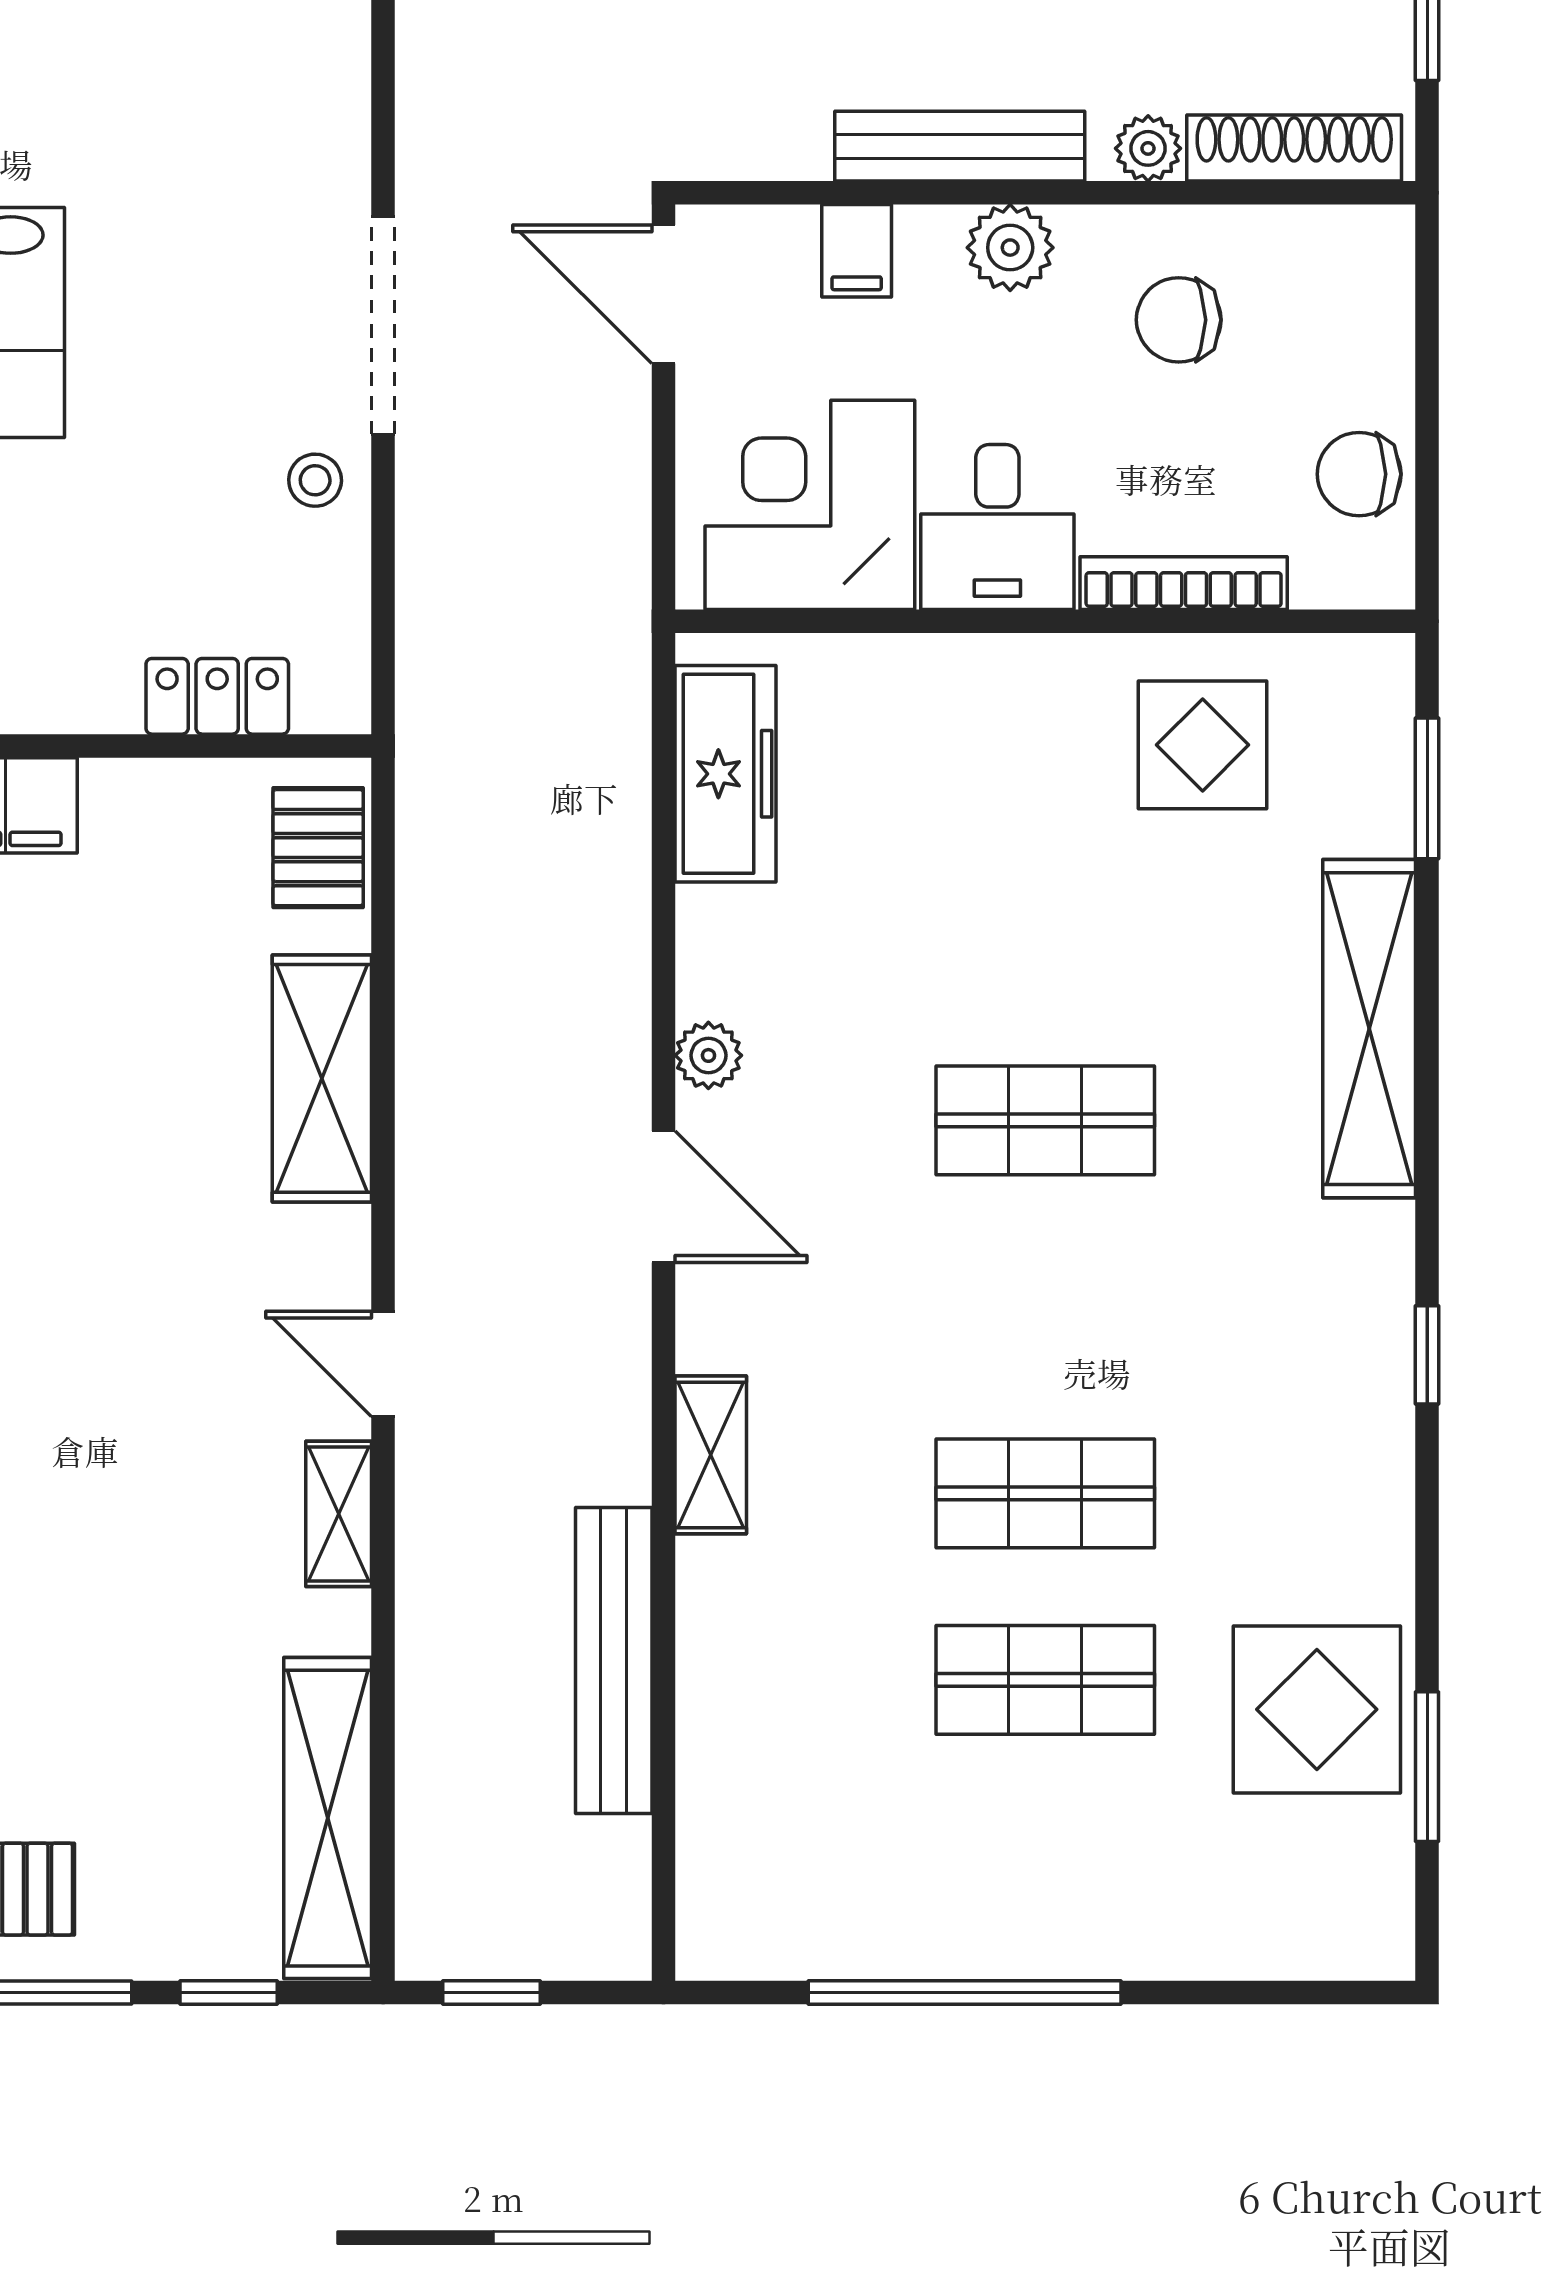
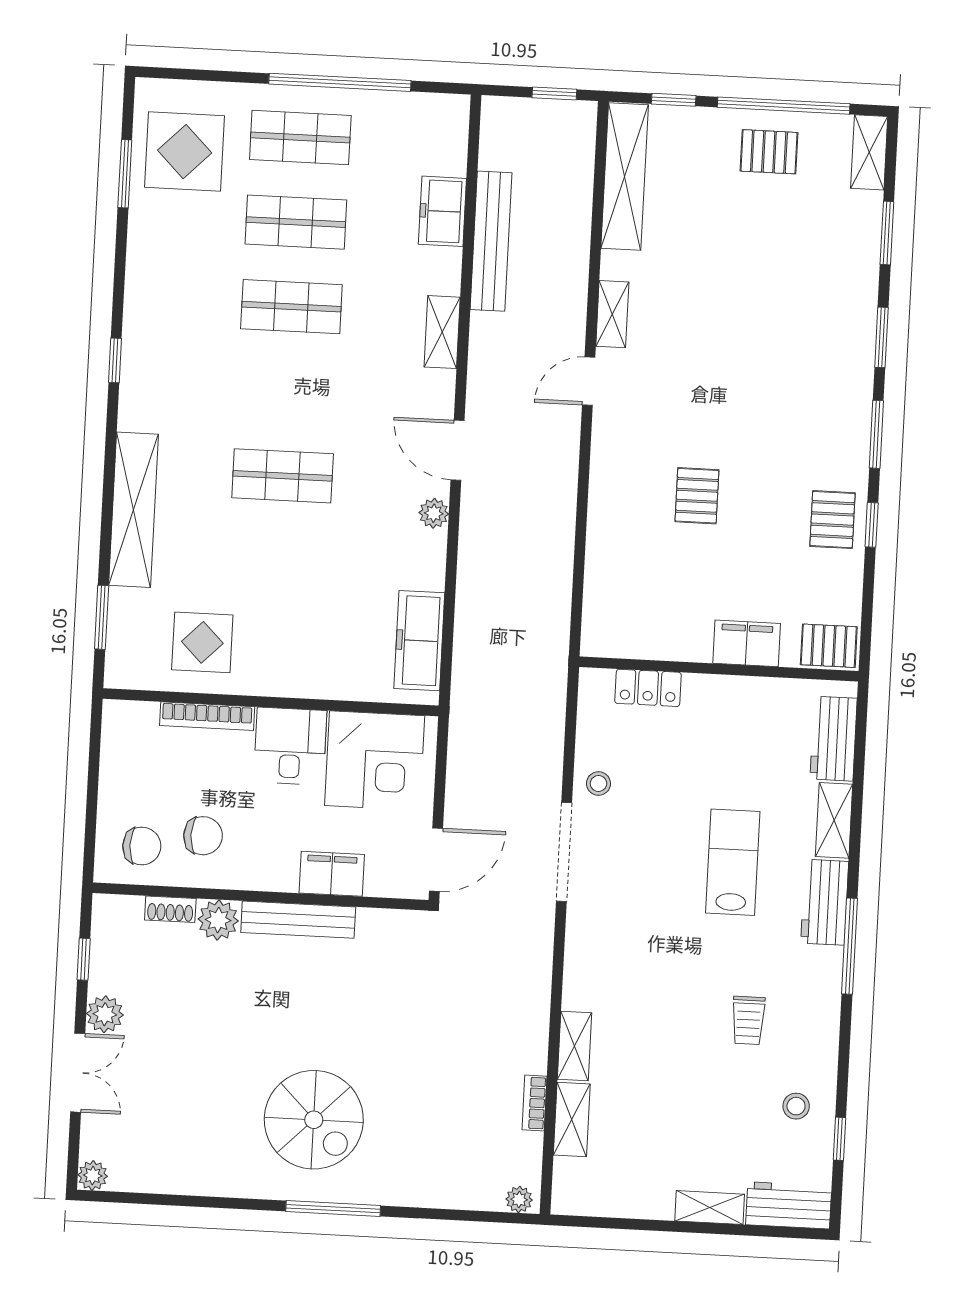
plant: (1148, 148) -> (218, 920), width x1.38, depth x1.38
shoe rack: (1294, 148) -> (170, 909), width x0.51, depth x0.81
plant: (1010, 248) -> (278, 872), removed
filing cabinet: (857, 251) -> (332, 874), width x2.00
door: (664, 294) -> (436, 860), hinge flipped
chair: (1359, 474) -> (142, 846), moved
pallet: (318, 848) -> (697, 496), moved
shelving: (322, 1078) -> (610, 512), removed
door: (383, 1364) -> (589, 381), swing flipped
display table: (1317, 1709) -> (185, 152), moved
freezer: (724, 1721) -> (442, 211), added
shop shelf: (1045, 1866) -> (300, 137), added

